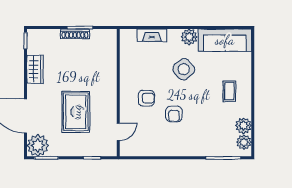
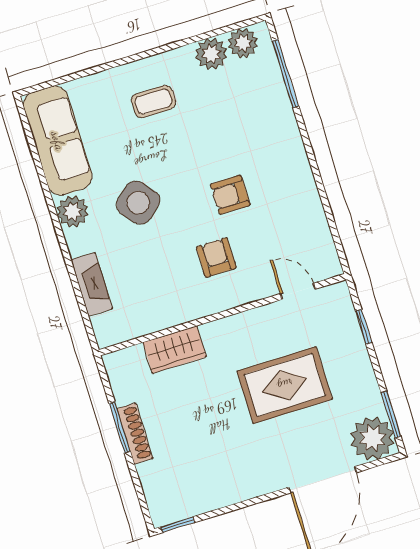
wardrobe: (35, 69) -> (174, 350), moved, turned 180
armchair: (174, 114) -> (230, 195), turned 180

